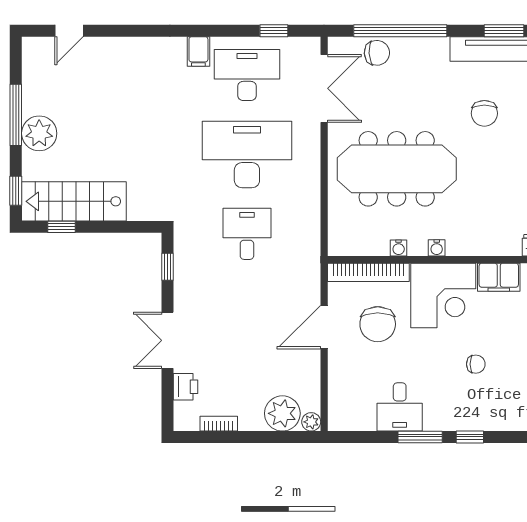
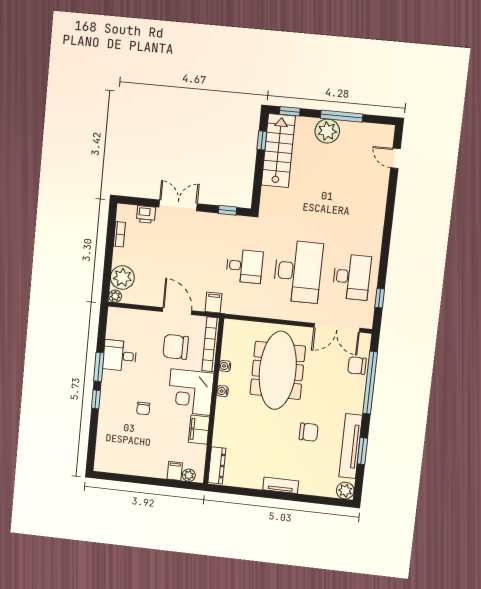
filing cabinet: (198, 51) -> (213, 303), moved, turned 90
chair: (377, 53) -> (357, 366), turned 93
chair: (484, 113) -> (309, 432), turned 180

